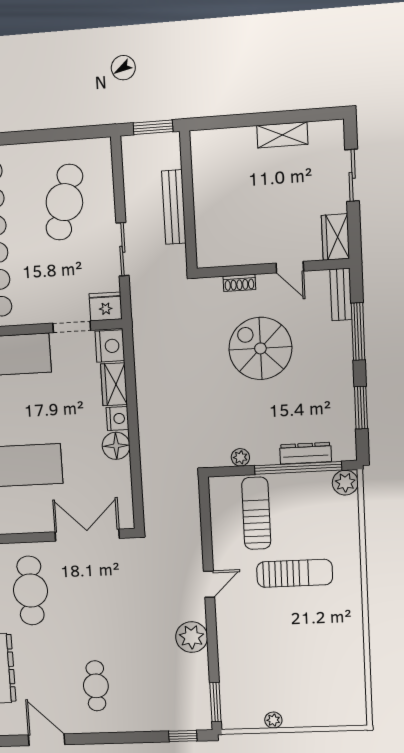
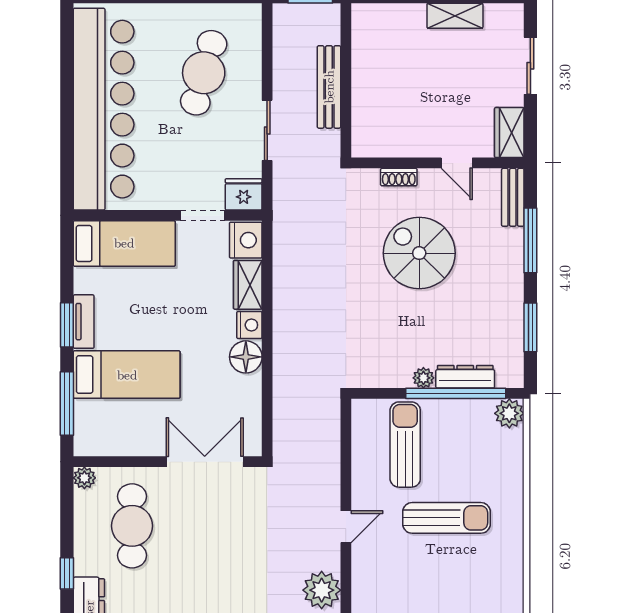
plant: (240, 457) -> (423, 378), moved

